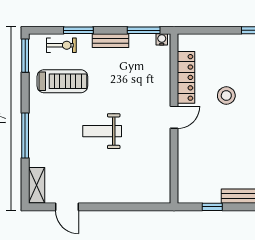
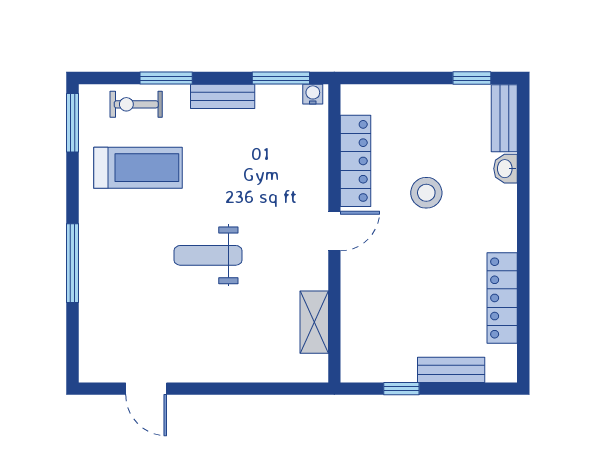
exercise bike: (61, 45) -> (136, 104), turned 180
shelving: (37, 185) -> (314, 322), moved

